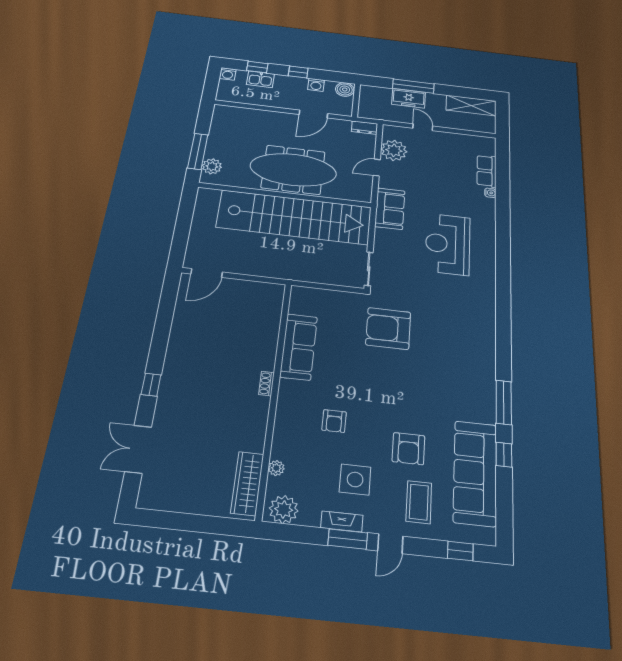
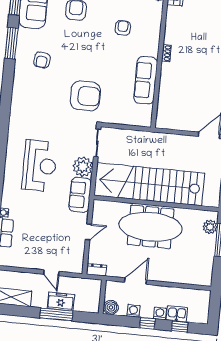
washing machine: (228, 74) -> (160, 314), moved
plant: (394, 150) -> (83, 167), moved
armchair: (456, 378) -> (42, 60), added

